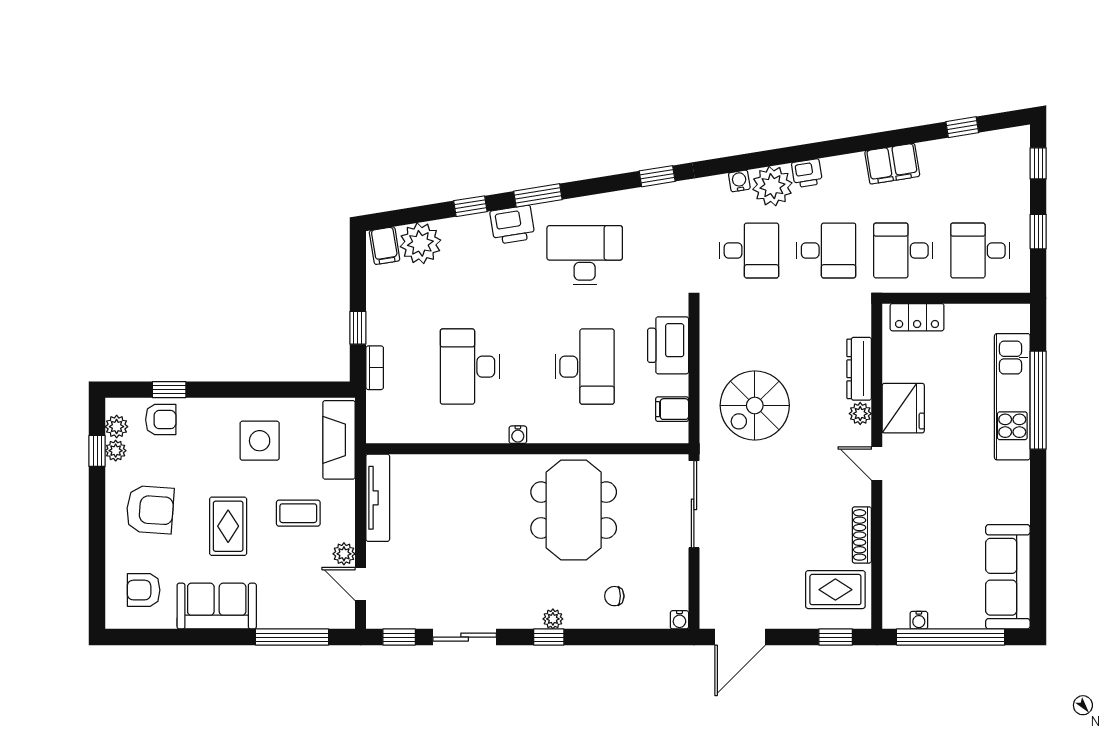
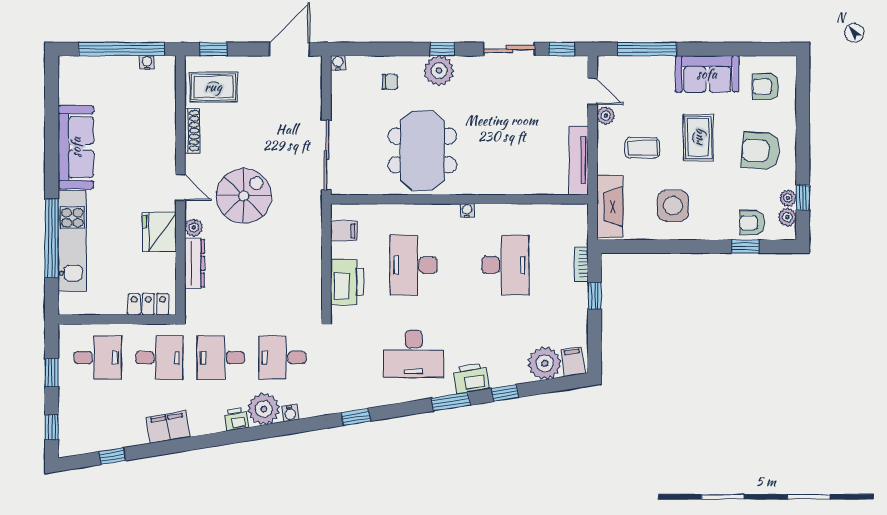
spiral stairs: (755, 405) -> (244, 196), moved
sofa: (1008, 577) -> (76, 147), moved
armchair: (144, 590) -> (766, 87), turned 180
plant: (553, 619) -> (439, 71), width x1.88, depth x1.88

